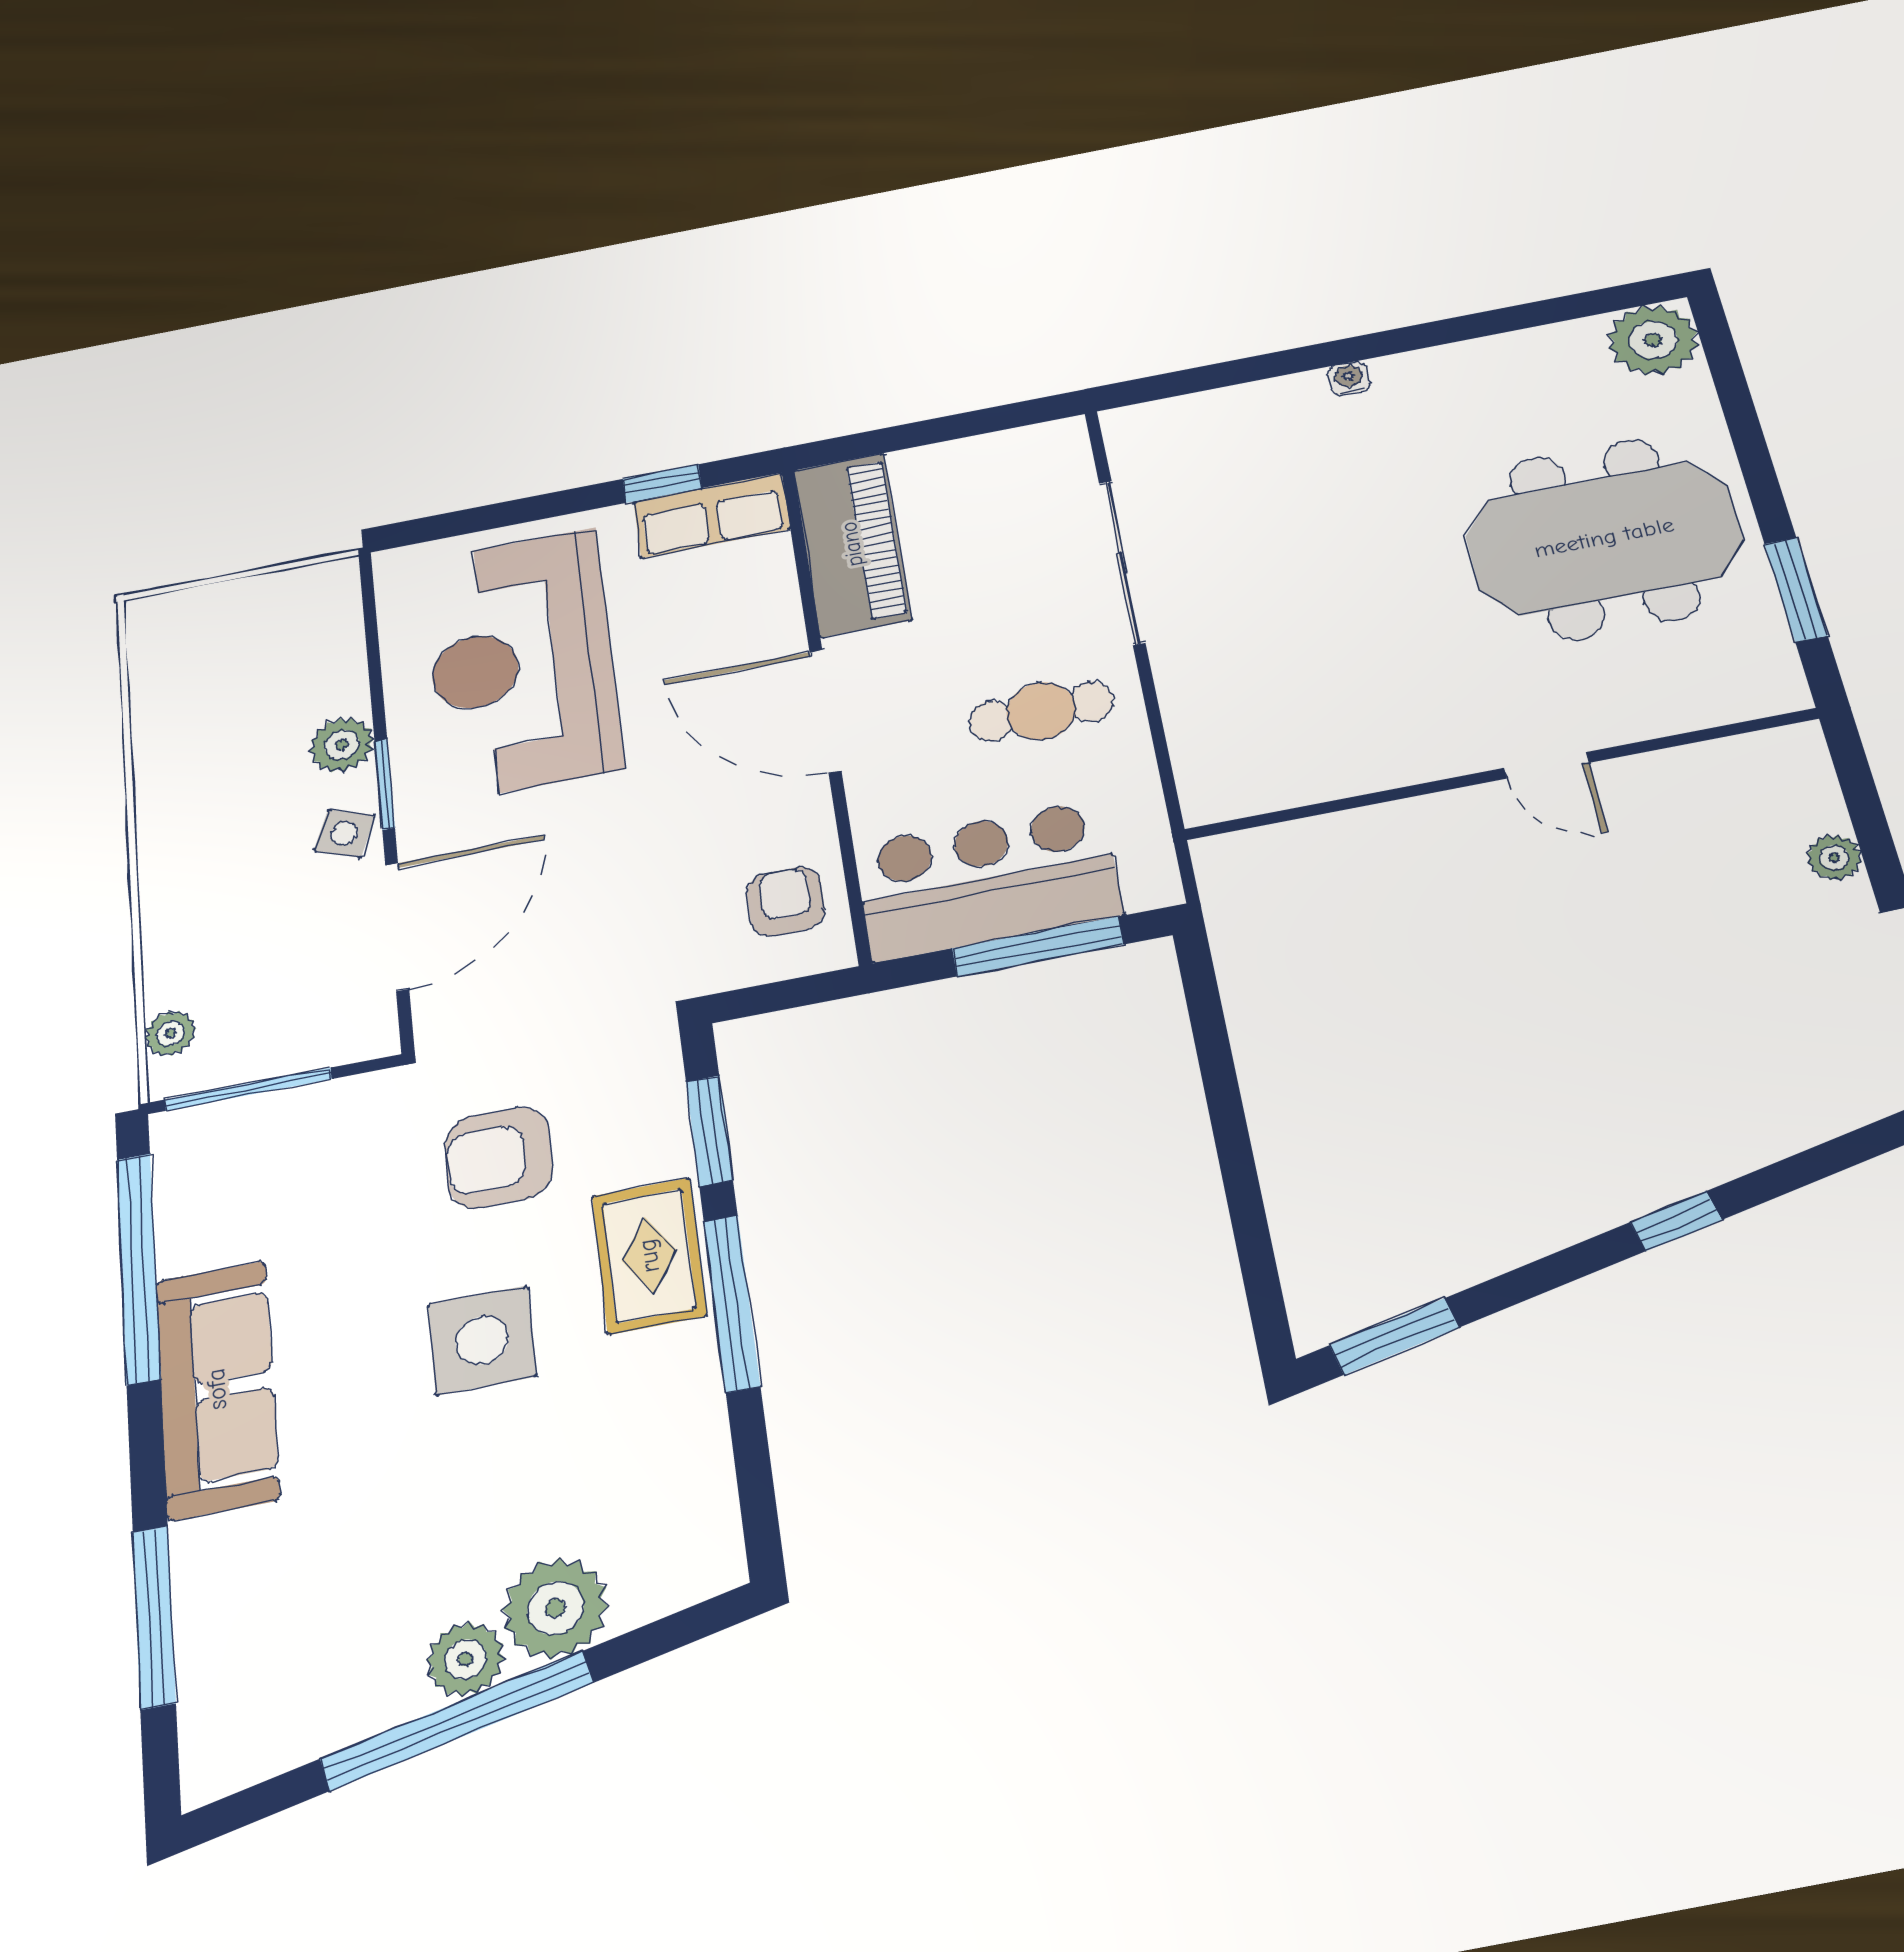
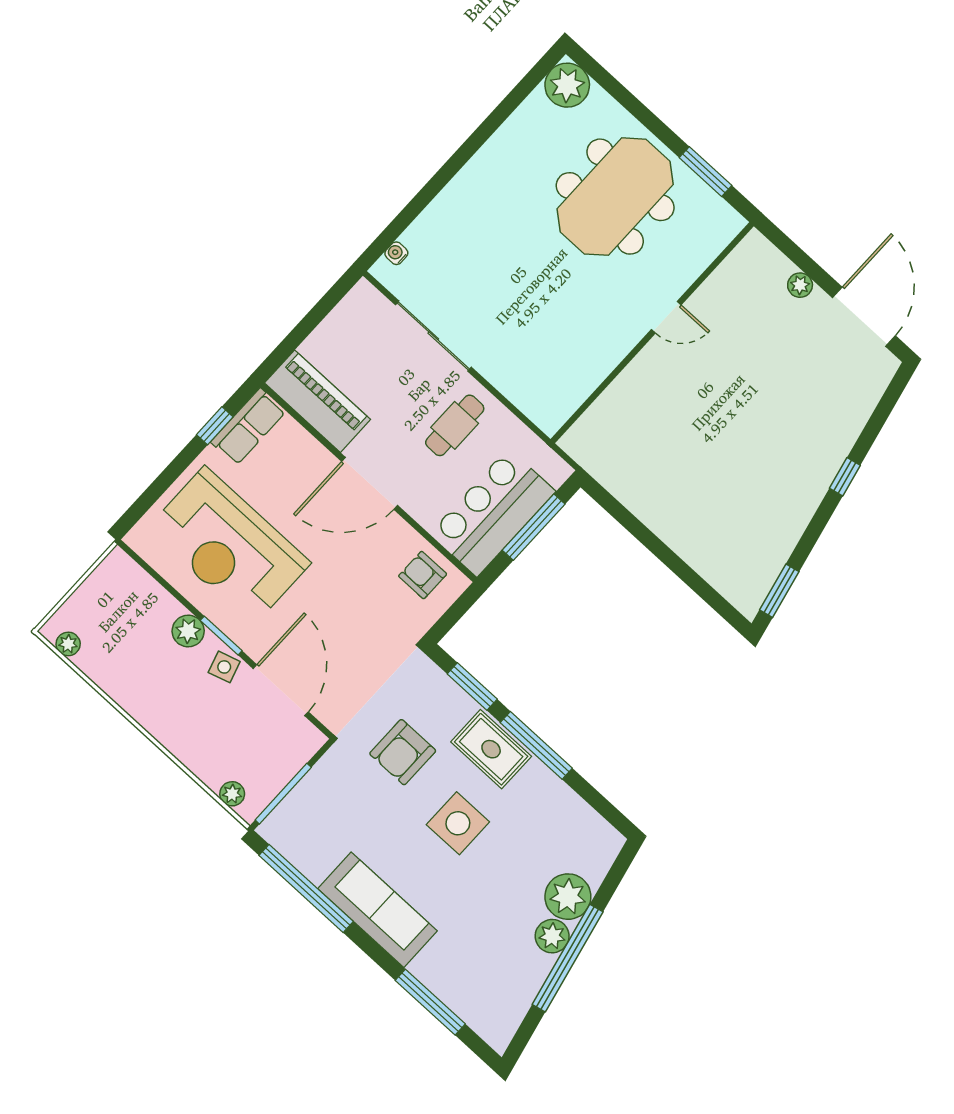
water cooler: (1349, 379) -> (396, 253), moved
plant: (150, 647) -> (68, 644), added
side table: (345, 833) -> (224, 667), turned -38

